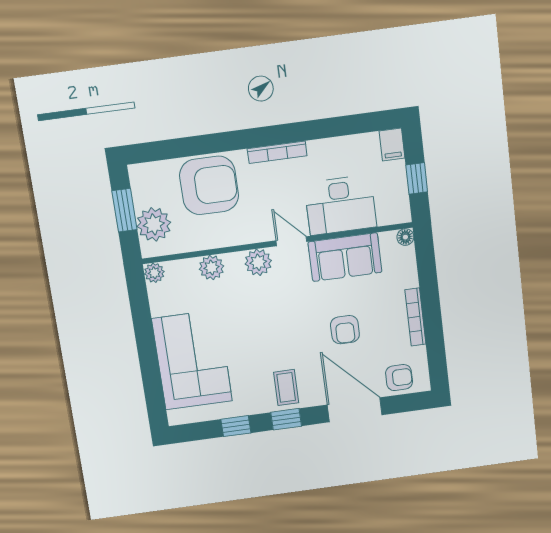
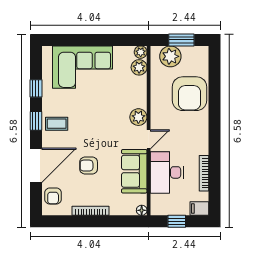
bookcase: (277, 152) -> (204, 173), moved
plant: (212, 268) -> (139, 67), moved

